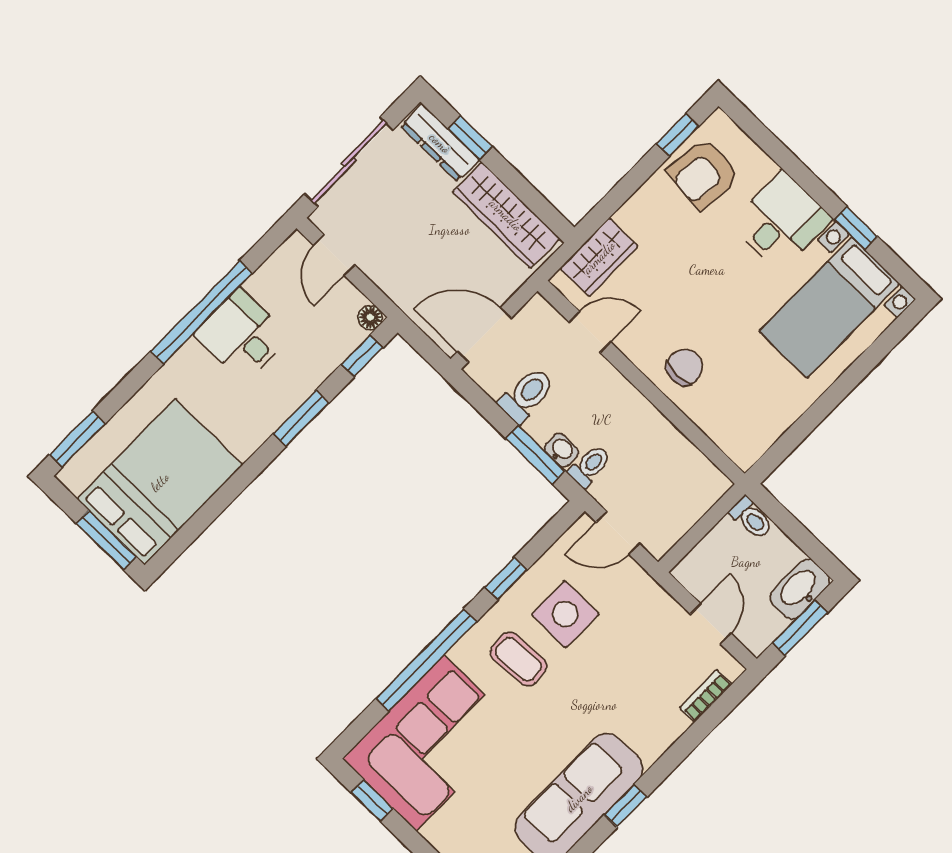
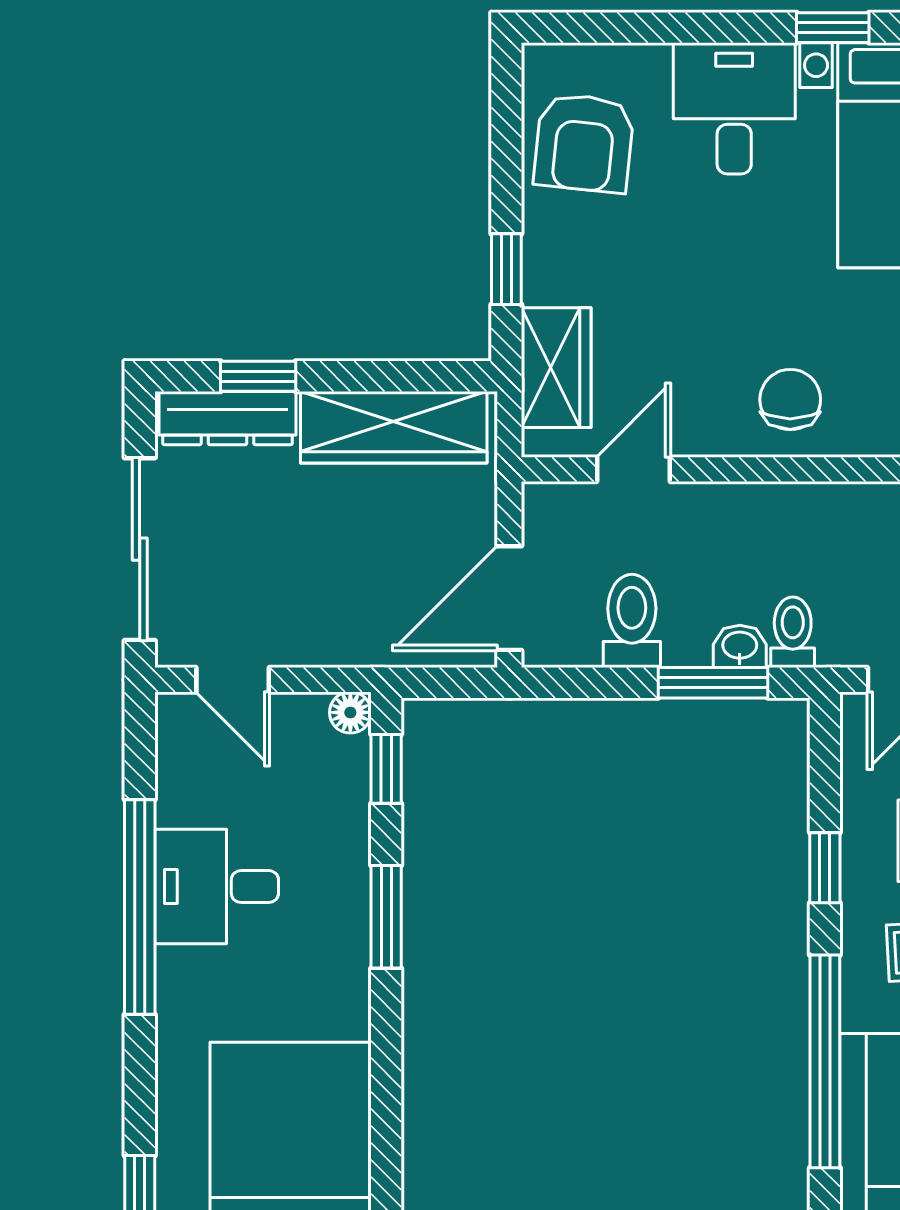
window: (678, 135) -> (506, 269), moved

